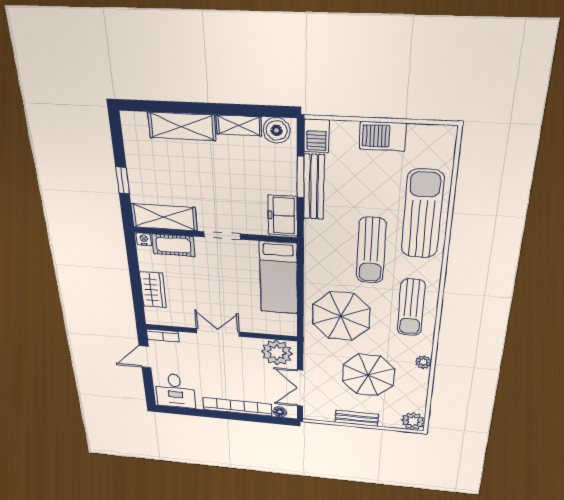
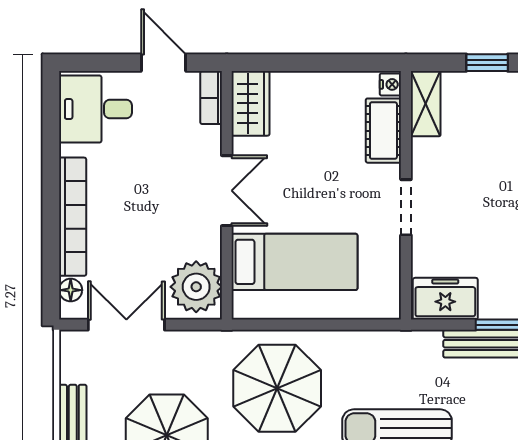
shelving: (164, 217) -> (426, 104), width x0.67, depth x0.75
bed: (279, 278) -> (295, 262), moved, turned 180
wardrobe: (153, 290) -> (251, 103), moved, turned -90

